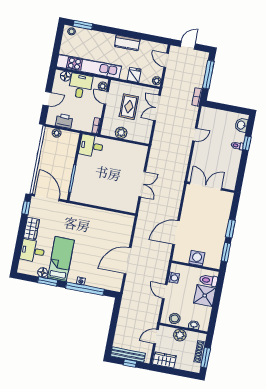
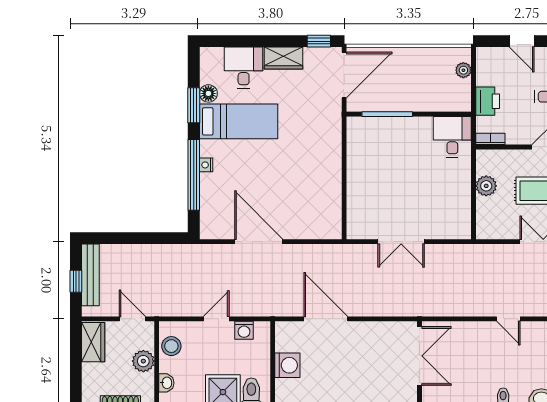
printer: (64, 121) -> (488, 101), moved

